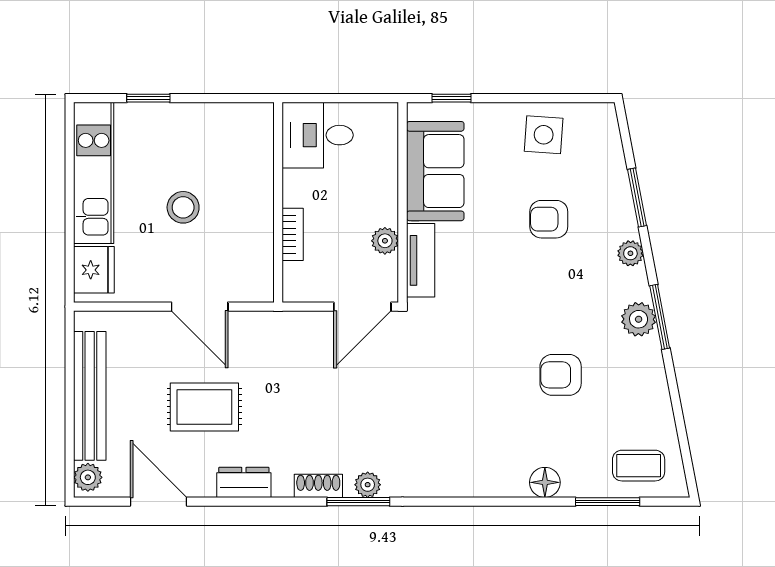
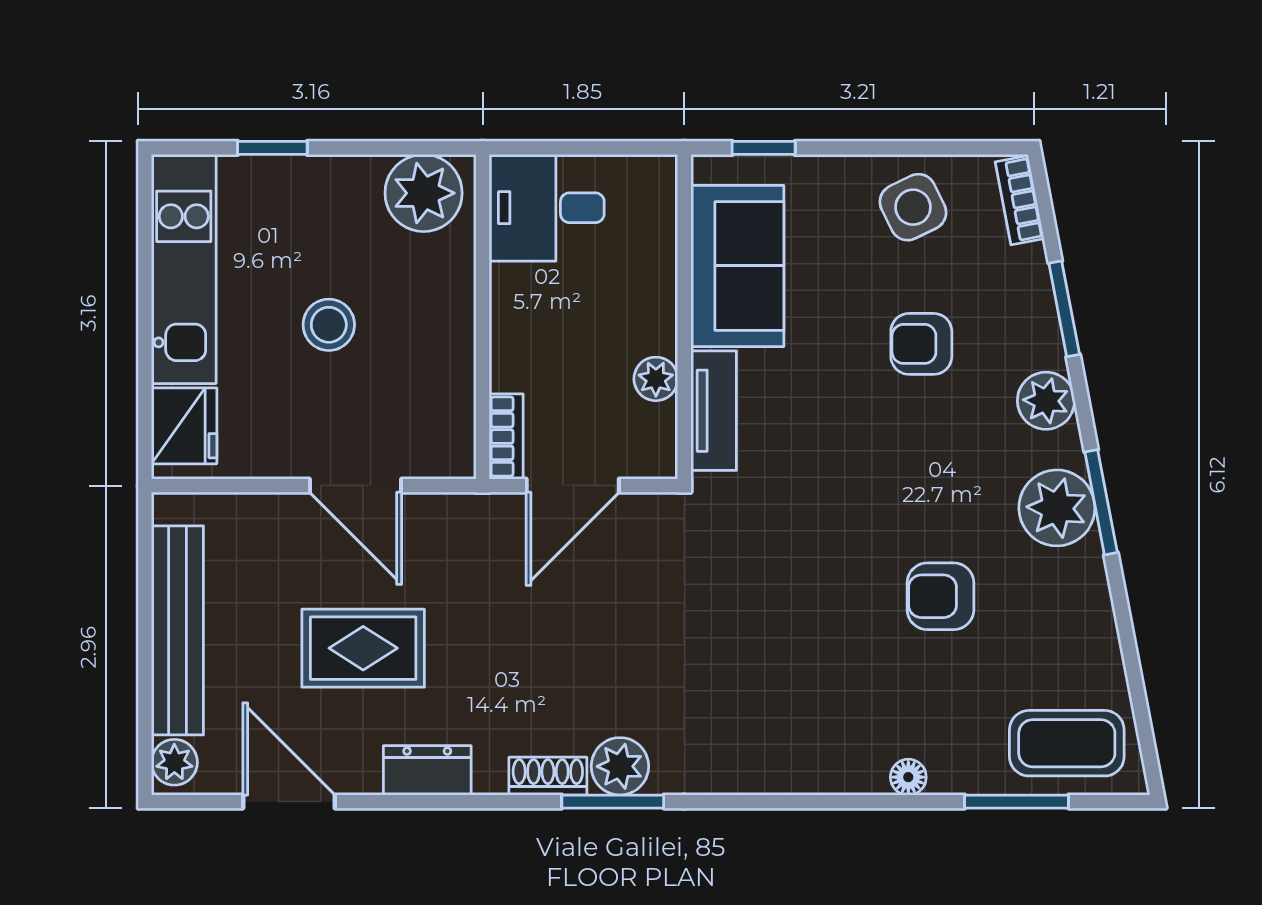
plant: (242, 126) -> (424, 193), added
bookcase: (609, 131) -> (1020, 200), added
side table: (544, 135) -> (913, 207), turned -30
bookcase: (293, 234) -> (506, 437), moved
plant: (630, 253) -> (1046, 401), width x1.38, depth x1.38
door: (362, 307) -> (573, 486), moved
plant: (639, 319) -> (1057, 508), width x1.36, depth x1.36
coffee table: (639, 466) -> (1067, 743), width x1.36, depth x1.30
floor lamp: (545, 482) -> (908, 777), width x0.73, depth x0.73
plant: (368, 485) -> (620, 766), width x1.38, depth x1.38

